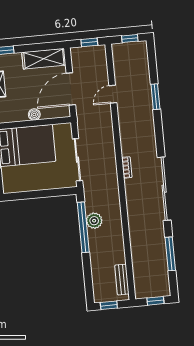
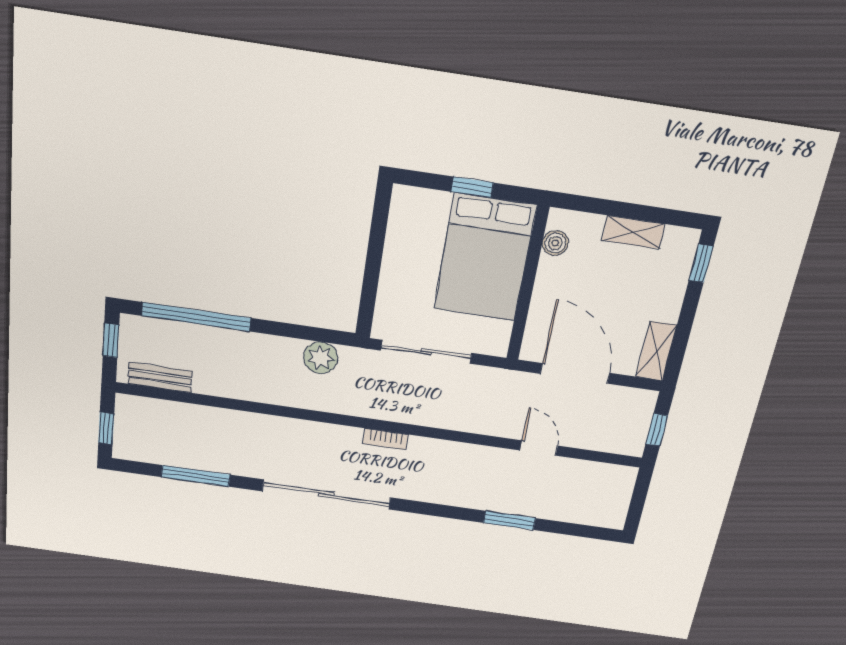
window: (130, 39) -> (637, 503), removed
shelving: (44, 59) -> (656, 351), width x0.67, depth x0.75
boiler: (34, 115) -> (555, 243), moved
plant: (94, 221) -> (321, 358), moved
window: (83, 227) -> (196, 317), moved

